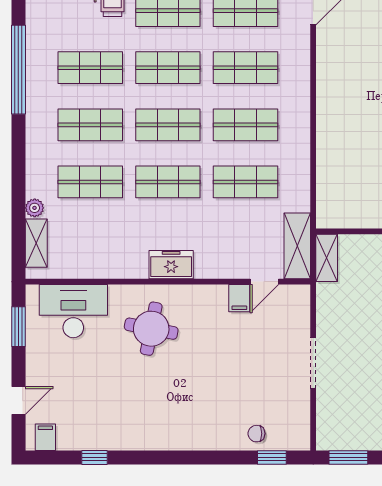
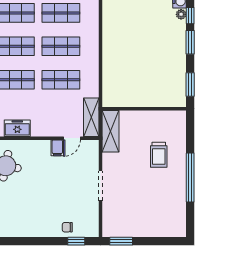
shelving: (327, 258) -> (111, 131), width x1.50, depth x1.33

